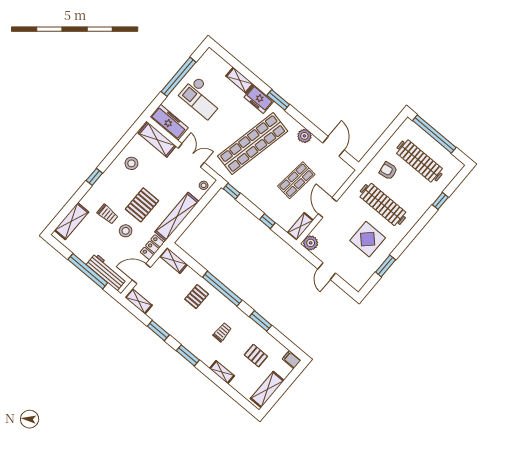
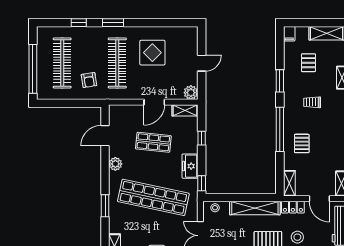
freezer: (259, 99) -> (190, 166), moved, turned 180
window: (386, 266) -> (113, 23), moved
pallet: (197, 297) -> (302, 143), turned 90

